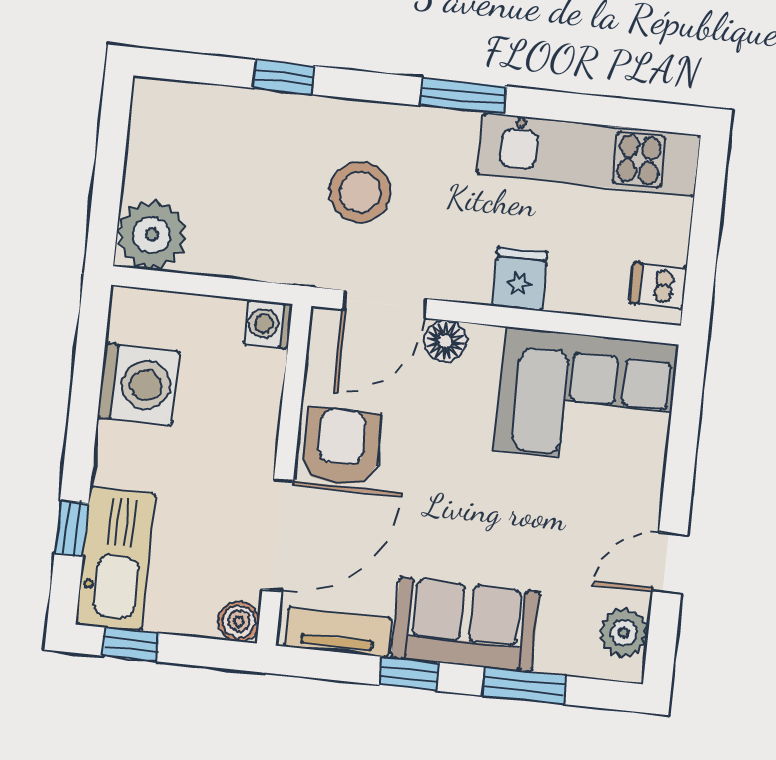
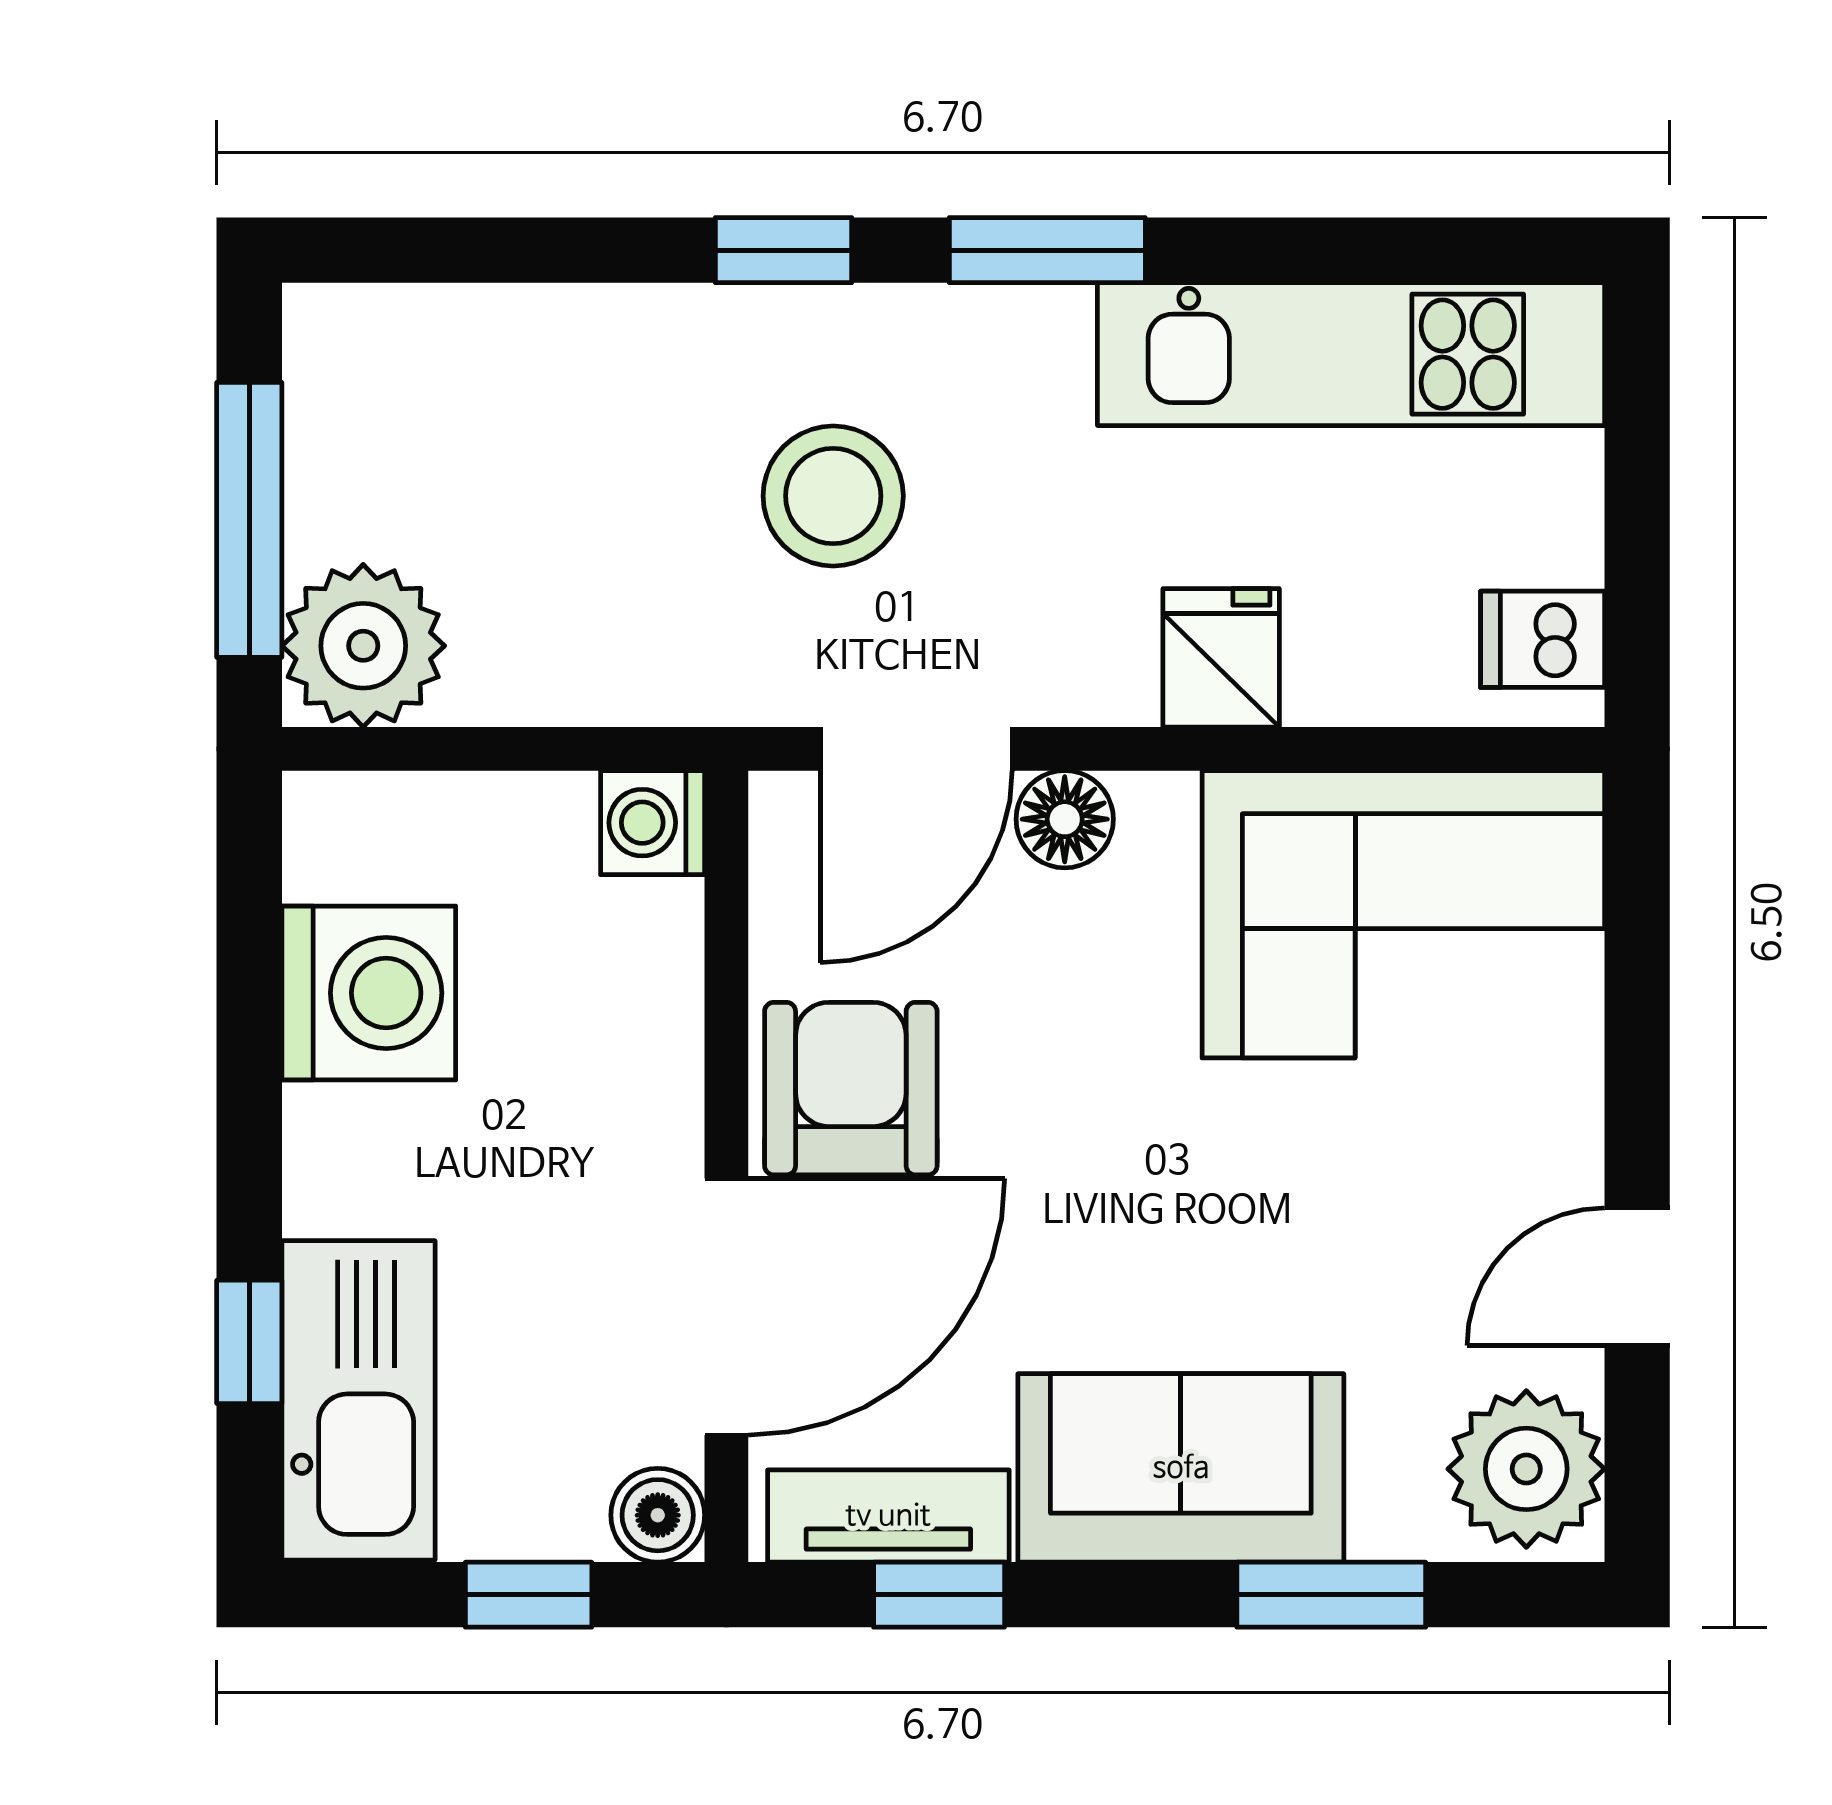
window: (284, 77) -> (783, 250), moved
window: (108, 176) -> (249, 520), added
plant: (624, 633) -> (1526, 1469), width x1.36, depth x1.36
window: (131, 645) -> (529, 1595), moved
window: (409, 674) -> (939, 1595), moved

